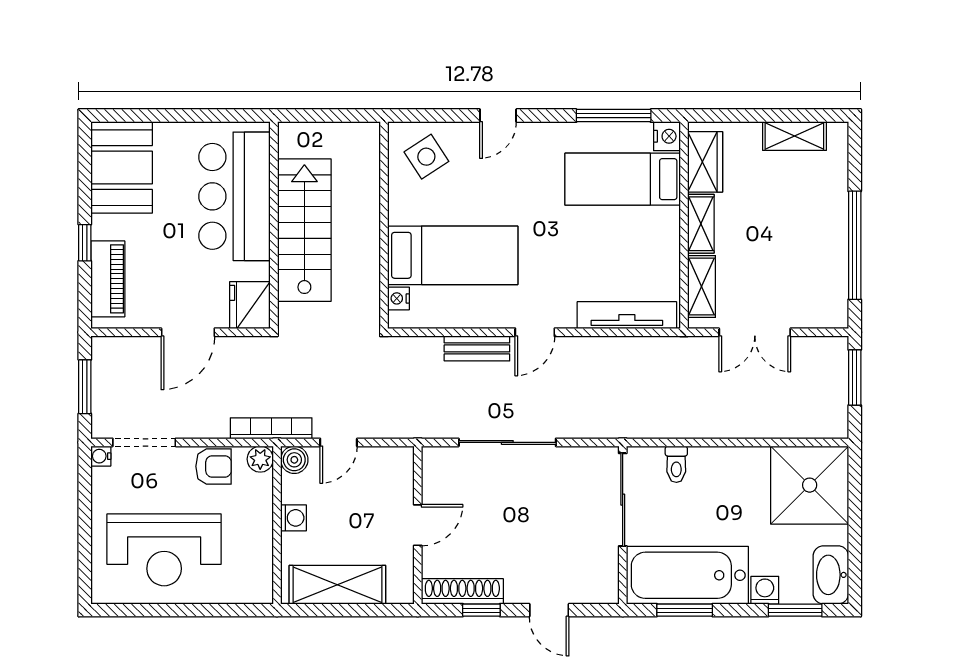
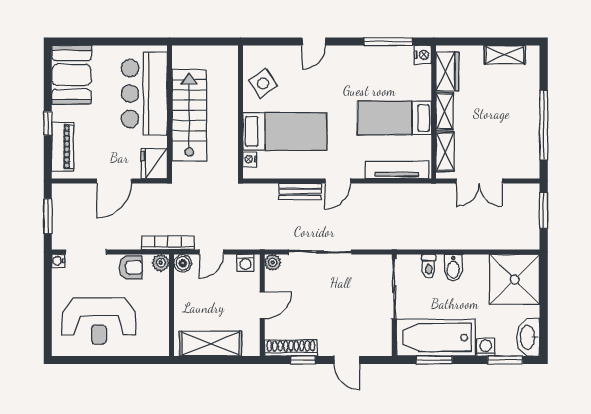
side table: (426, 157) -> (263, 83), moved
bed: (623, 179) -> (394, 118), moved
plant: (434, 459) -> (273, 262), added
bidet: (714, 467) -> (453, 268), added
washing machine: (294, 518) -> (246, 263), moved, turned 90

